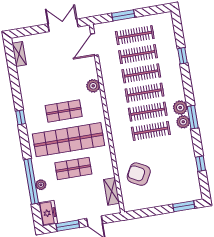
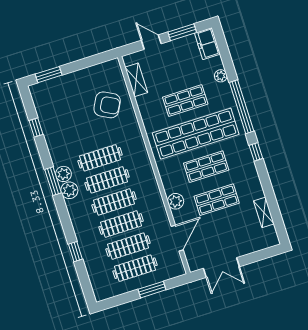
door: (94, 44) -> (177, 238), moved
shelving: (19, 54) -> (264, 212), moved
shop shelf: (59, 82) -> (217, 200), added
window: (31, 181) -> (242, 107), moved

